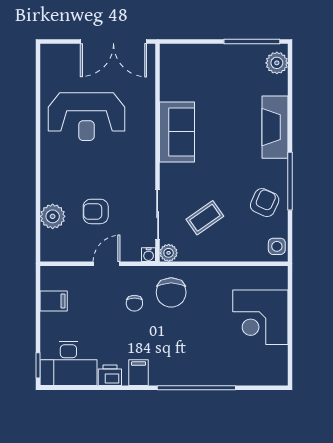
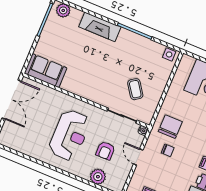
reception desk: (86, 117) -> (70, 135), moved
sofa: (177, 132) -> (46, 71), moved
armchair: (265, 203) -> (141, 51), removed
plant: (169, 253) -> (147, 119), removed
chair: (171, 292) -> (170, 127), turned -90

